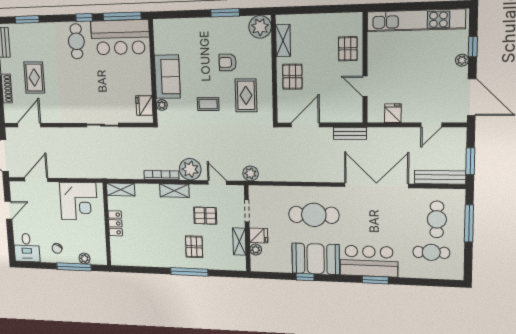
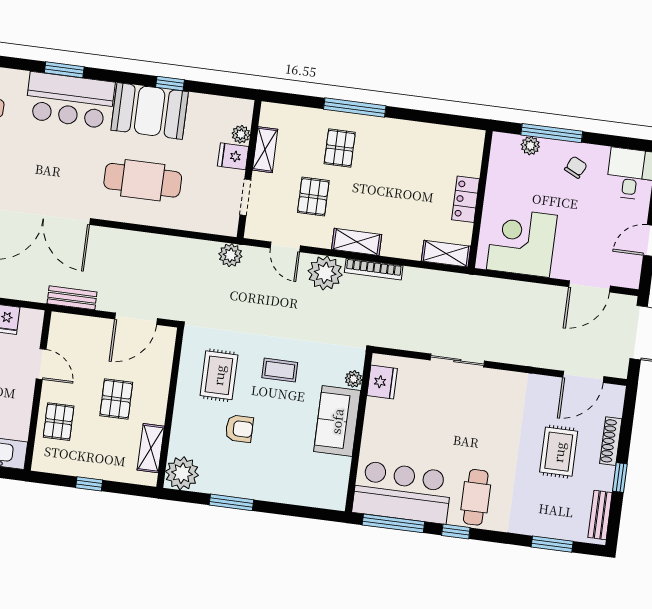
window: (321, 9) -> (89, 484), added
pallet: (292, 77) -> (116, 399), moved
pallet: (205, 216) -> (313, 197), turned 90

